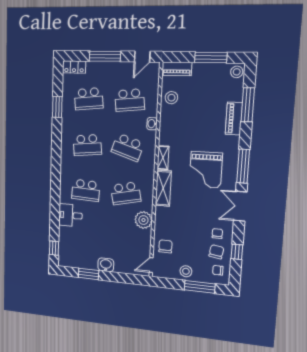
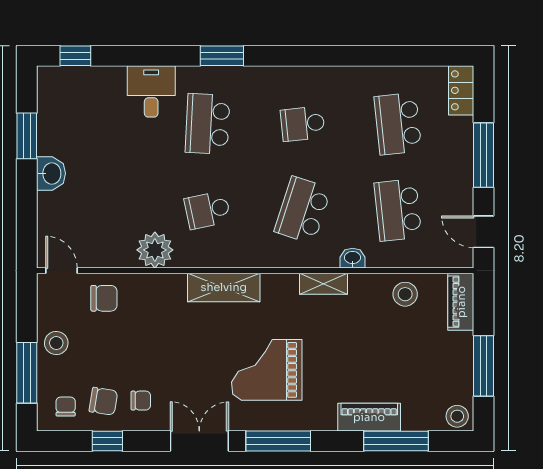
window: (57, 107) -> (222, 56), moved
school desk: (87, 145) -> (303, 124), width x0.54
shelving: (163, 158) -> (323, 284), moved
school desk: (126, 193) -> (208, 210), width x0.54

